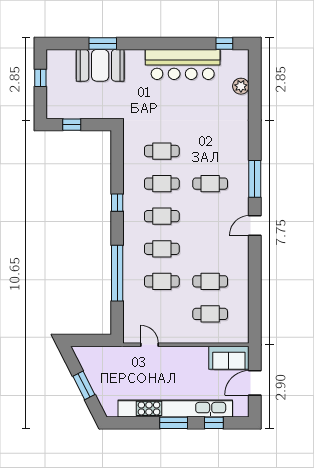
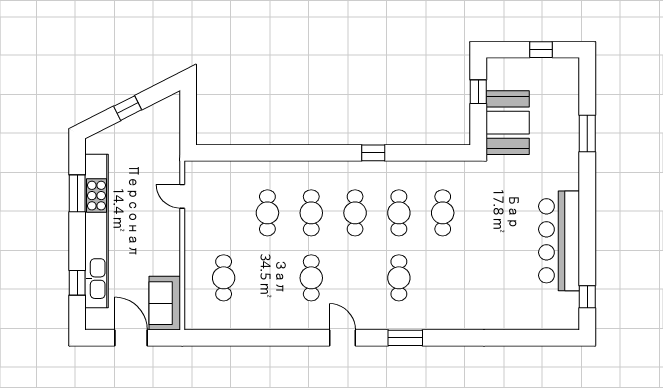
booth: (100, 65) -> (508, 123), moved
plant: (241, 86) -> (530, 319), removed
window: (255, 179) -> (405, 338), width x0.69
window: (117, 273) -> (279, 153), removed
cafe table: (210, 281) -> (311, 278), moved
door: (149, 345) -> (182, 196), swing flipped
window: (84, 385) -> (128, 108), width x0.67
window: (174, 423) -> (77, 193), moved

